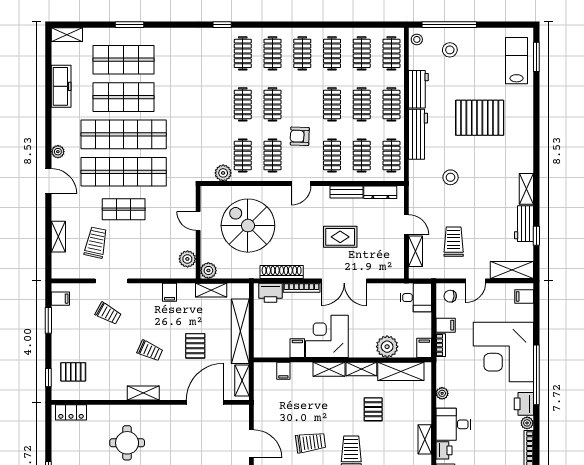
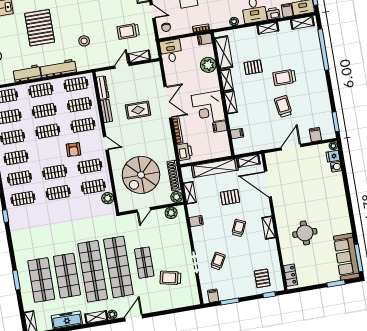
shelving: (58, 237) -> (96, 317), moved
rug: (340, 237) -> (138, 110), turned 90
shoe rack: (282, 272) -> (174, 176), moved
filing cabinet: (446, 325) -> (187, 27), removed

